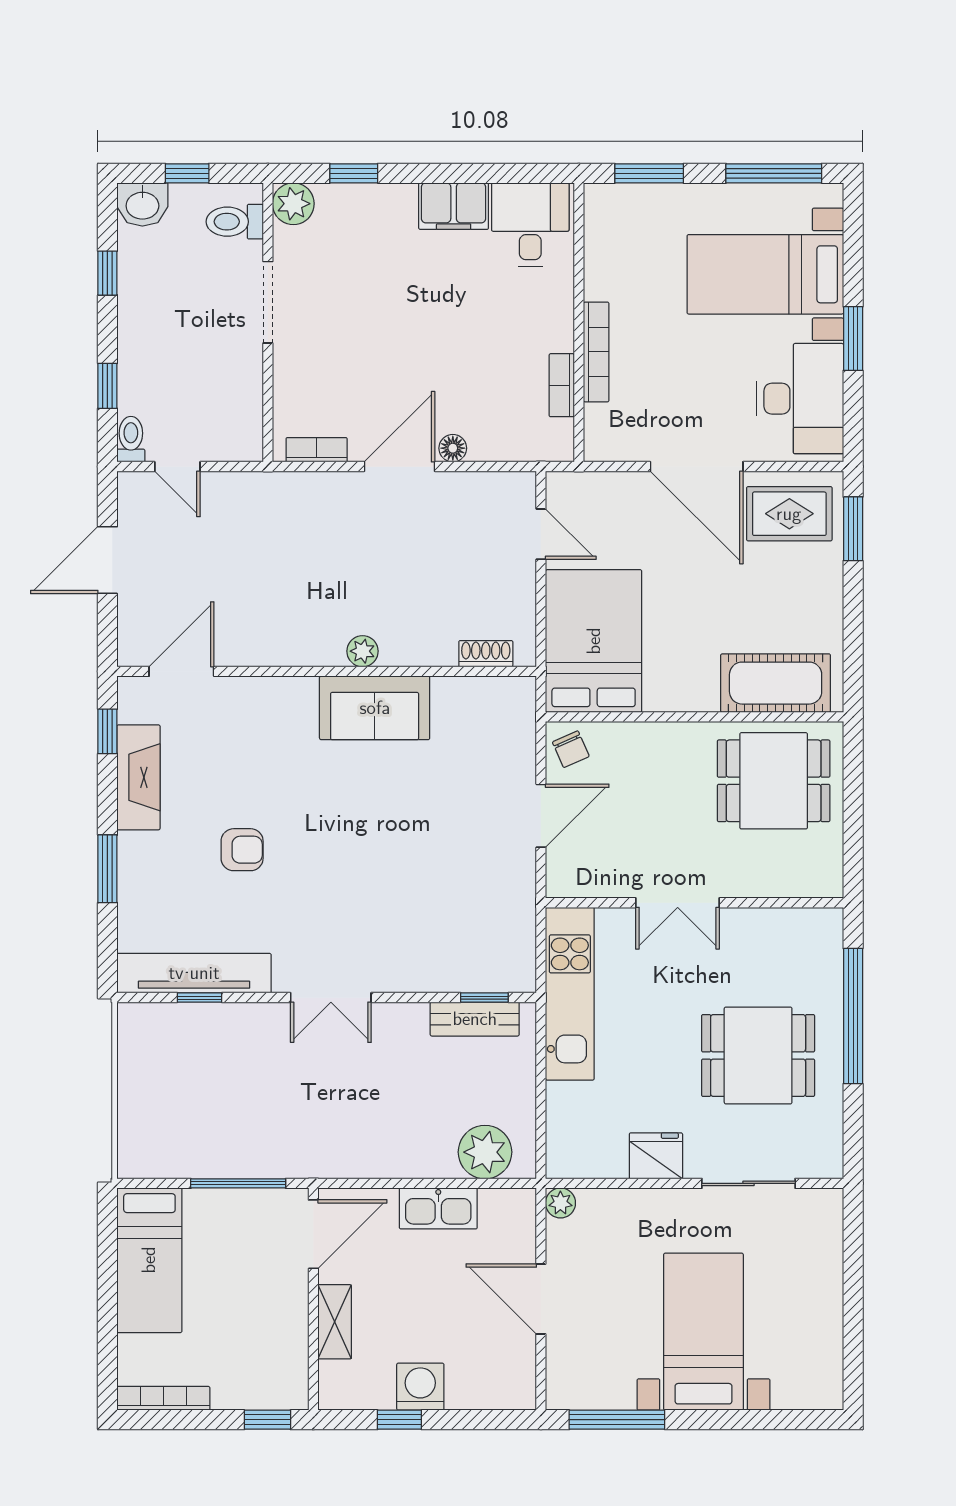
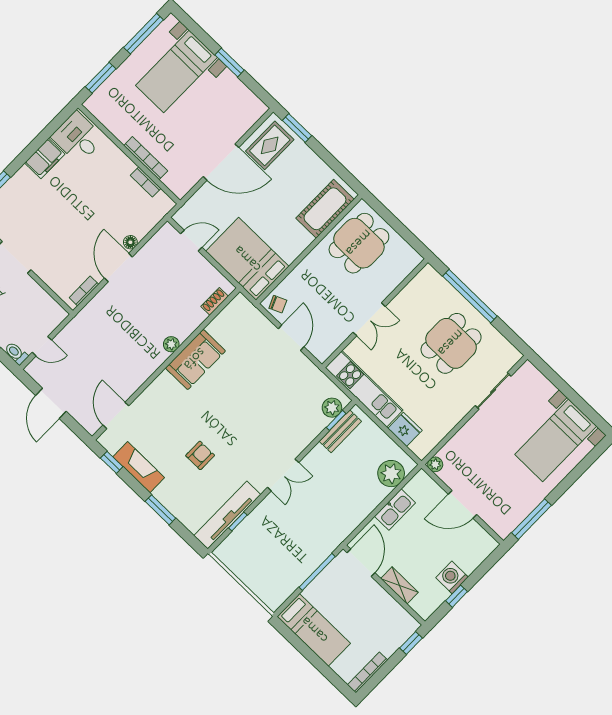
desk: (800, 399) -> (233, 102), removed
plant: (497, 973) -> (332, 408), added
fridge: (656, 1156) -> (405, 429), moved, turned 90
bed with nightstands: (703, 1332) -> (556, 440), moved, turned -90

